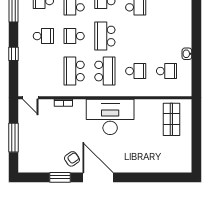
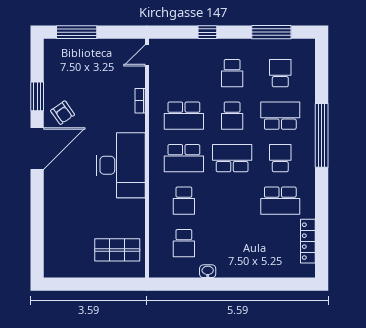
school desk: (74, 36) -> (232, 116), turned 180
school desk: (74, 71) -> (184, 116), turned 180
window: (14, 138) -> (77, 32), moved

